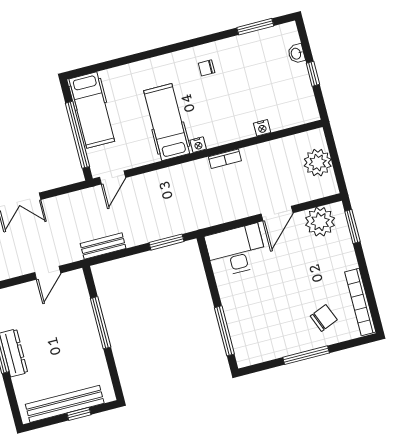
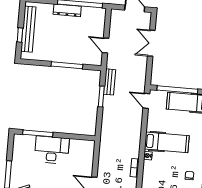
window: (166, 242) -> (101, 96), moved
desk: (236, 250) -> (52, 150), moved, turned -90

